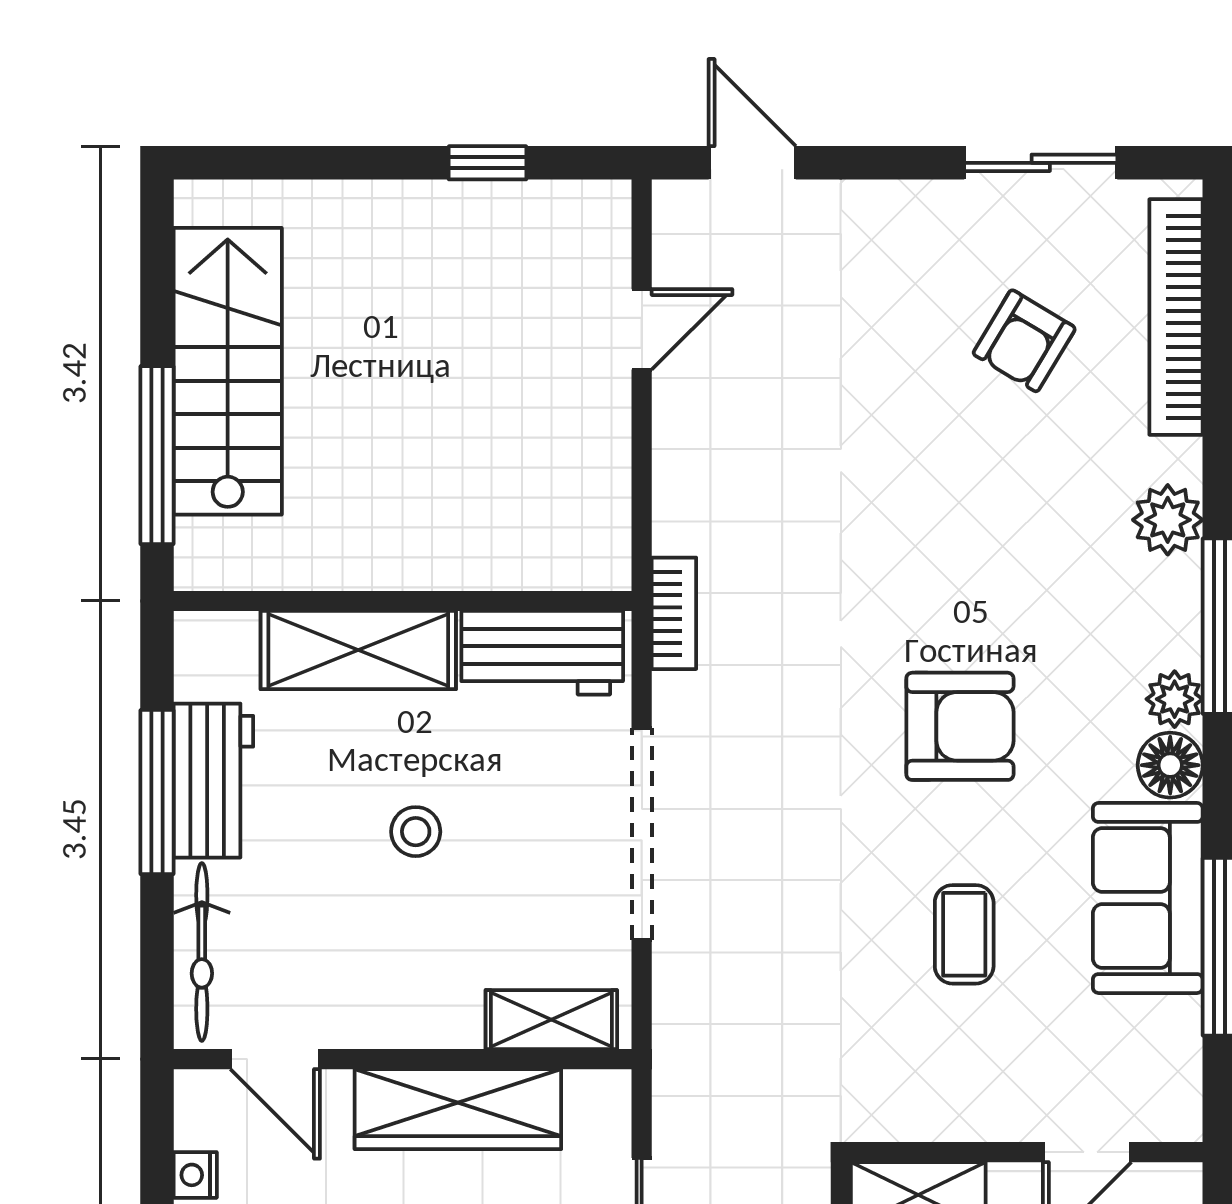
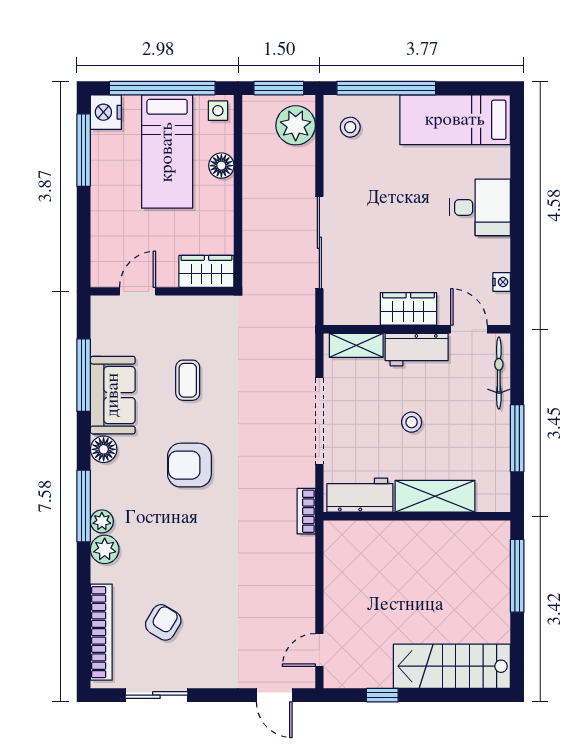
door: (642, 329) -> (319, 650), moved
stairs: (228, 371) -> (452, 666), moved, turned 90
plant: (1175, 699) -> (102, 521), moved
workbench: (213, 781) -> (417, 350), moved, turned -90
wardrobe: (458, 1109) -> (408, 309), width x0.67

